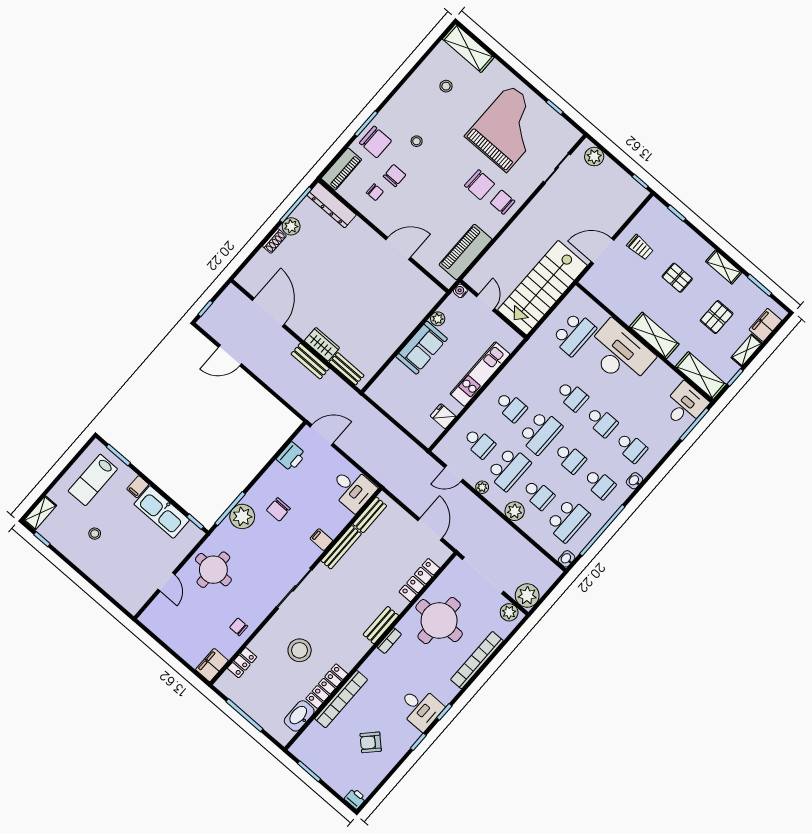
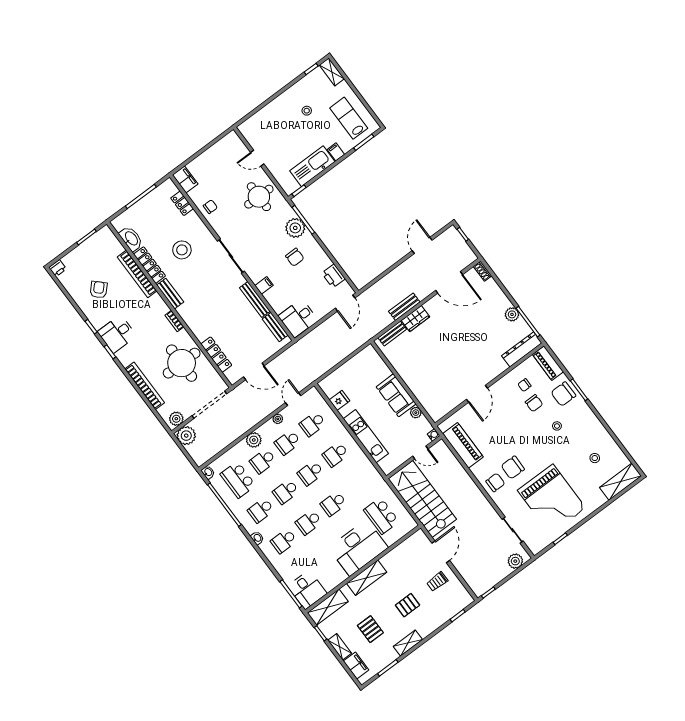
shoe rack: (274, 241) -> (483, 271), moved
school desk: (540, 432) -> (311, 473), width x0.54
school desk: (509, 469) -> (288, 442), width x0.54
chair: (278, 509) -> (295, 257), turned 180
bench: (381, 625) -> (170, 294), moved

